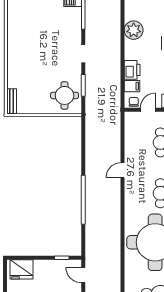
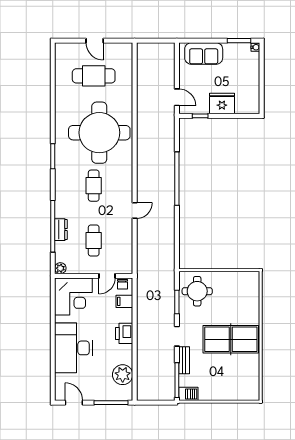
plant: (134, 30) -> (123, 375), moved
table tennis table: (33, 51) -> (231, 339), added
printer: (132, 70) -> (124, 333), moved
bench: (12, 101) -> (184, 360), moved
fridge: (21, 269) -> (222, 103), moved

